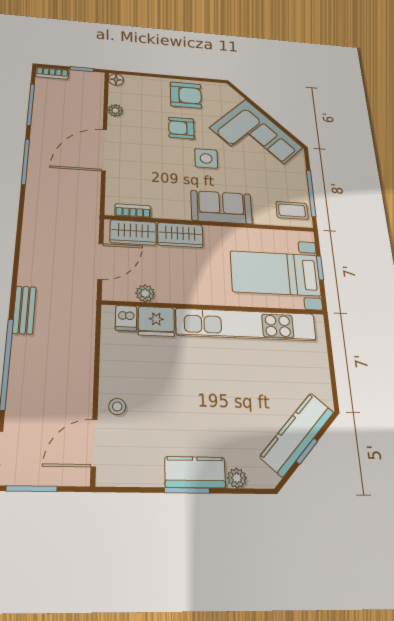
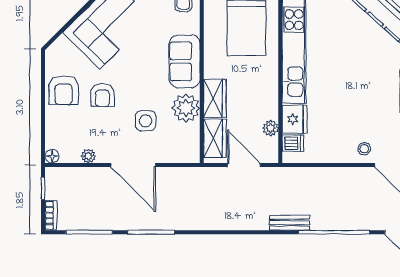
armchair: (186, 95) -> (64, 90), turned 180
side table: (206, 158) -> (146, 121), moved
plant: (169, 205) -> (186, 108), added
bookcase: (133, 211) -> (194, 139), removed

